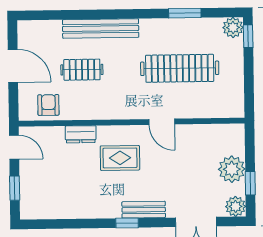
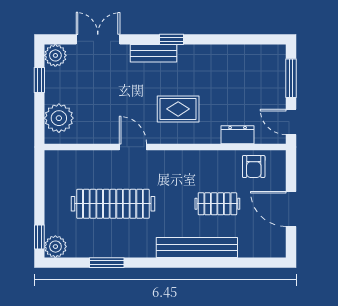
dresser: (81, 134) -> (238, 135), moved
plant: (232, 169) -> (59, 118), moved
window: (15, 188) -> (291, 78), width x1.50

